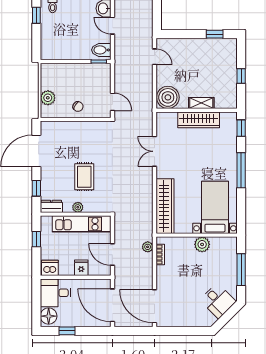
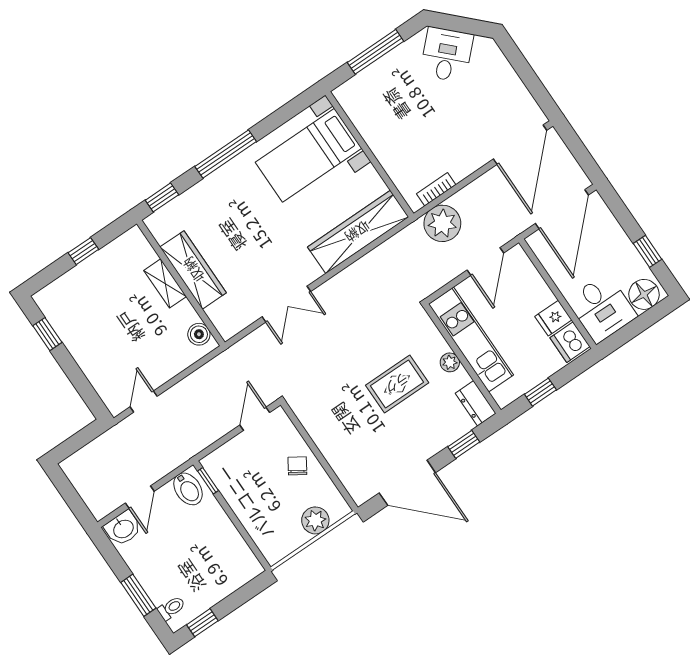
boiler: (168, 97) -> (199, 334), width x0.54, depth x0.54
plant: (202, 244) -> (378, 136), removed
plant: (148, 247) -> (442, 223), width x1.87, depth x1.87
fridge: (81, 268) -> (553, 318), moved

